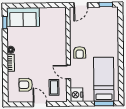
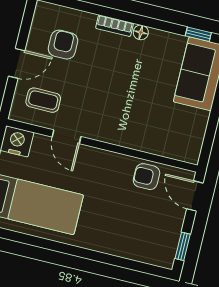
armchair: (80, 52) -> (147, 177), moved
door: (68, 72) -> (67, 137), swing flipped

